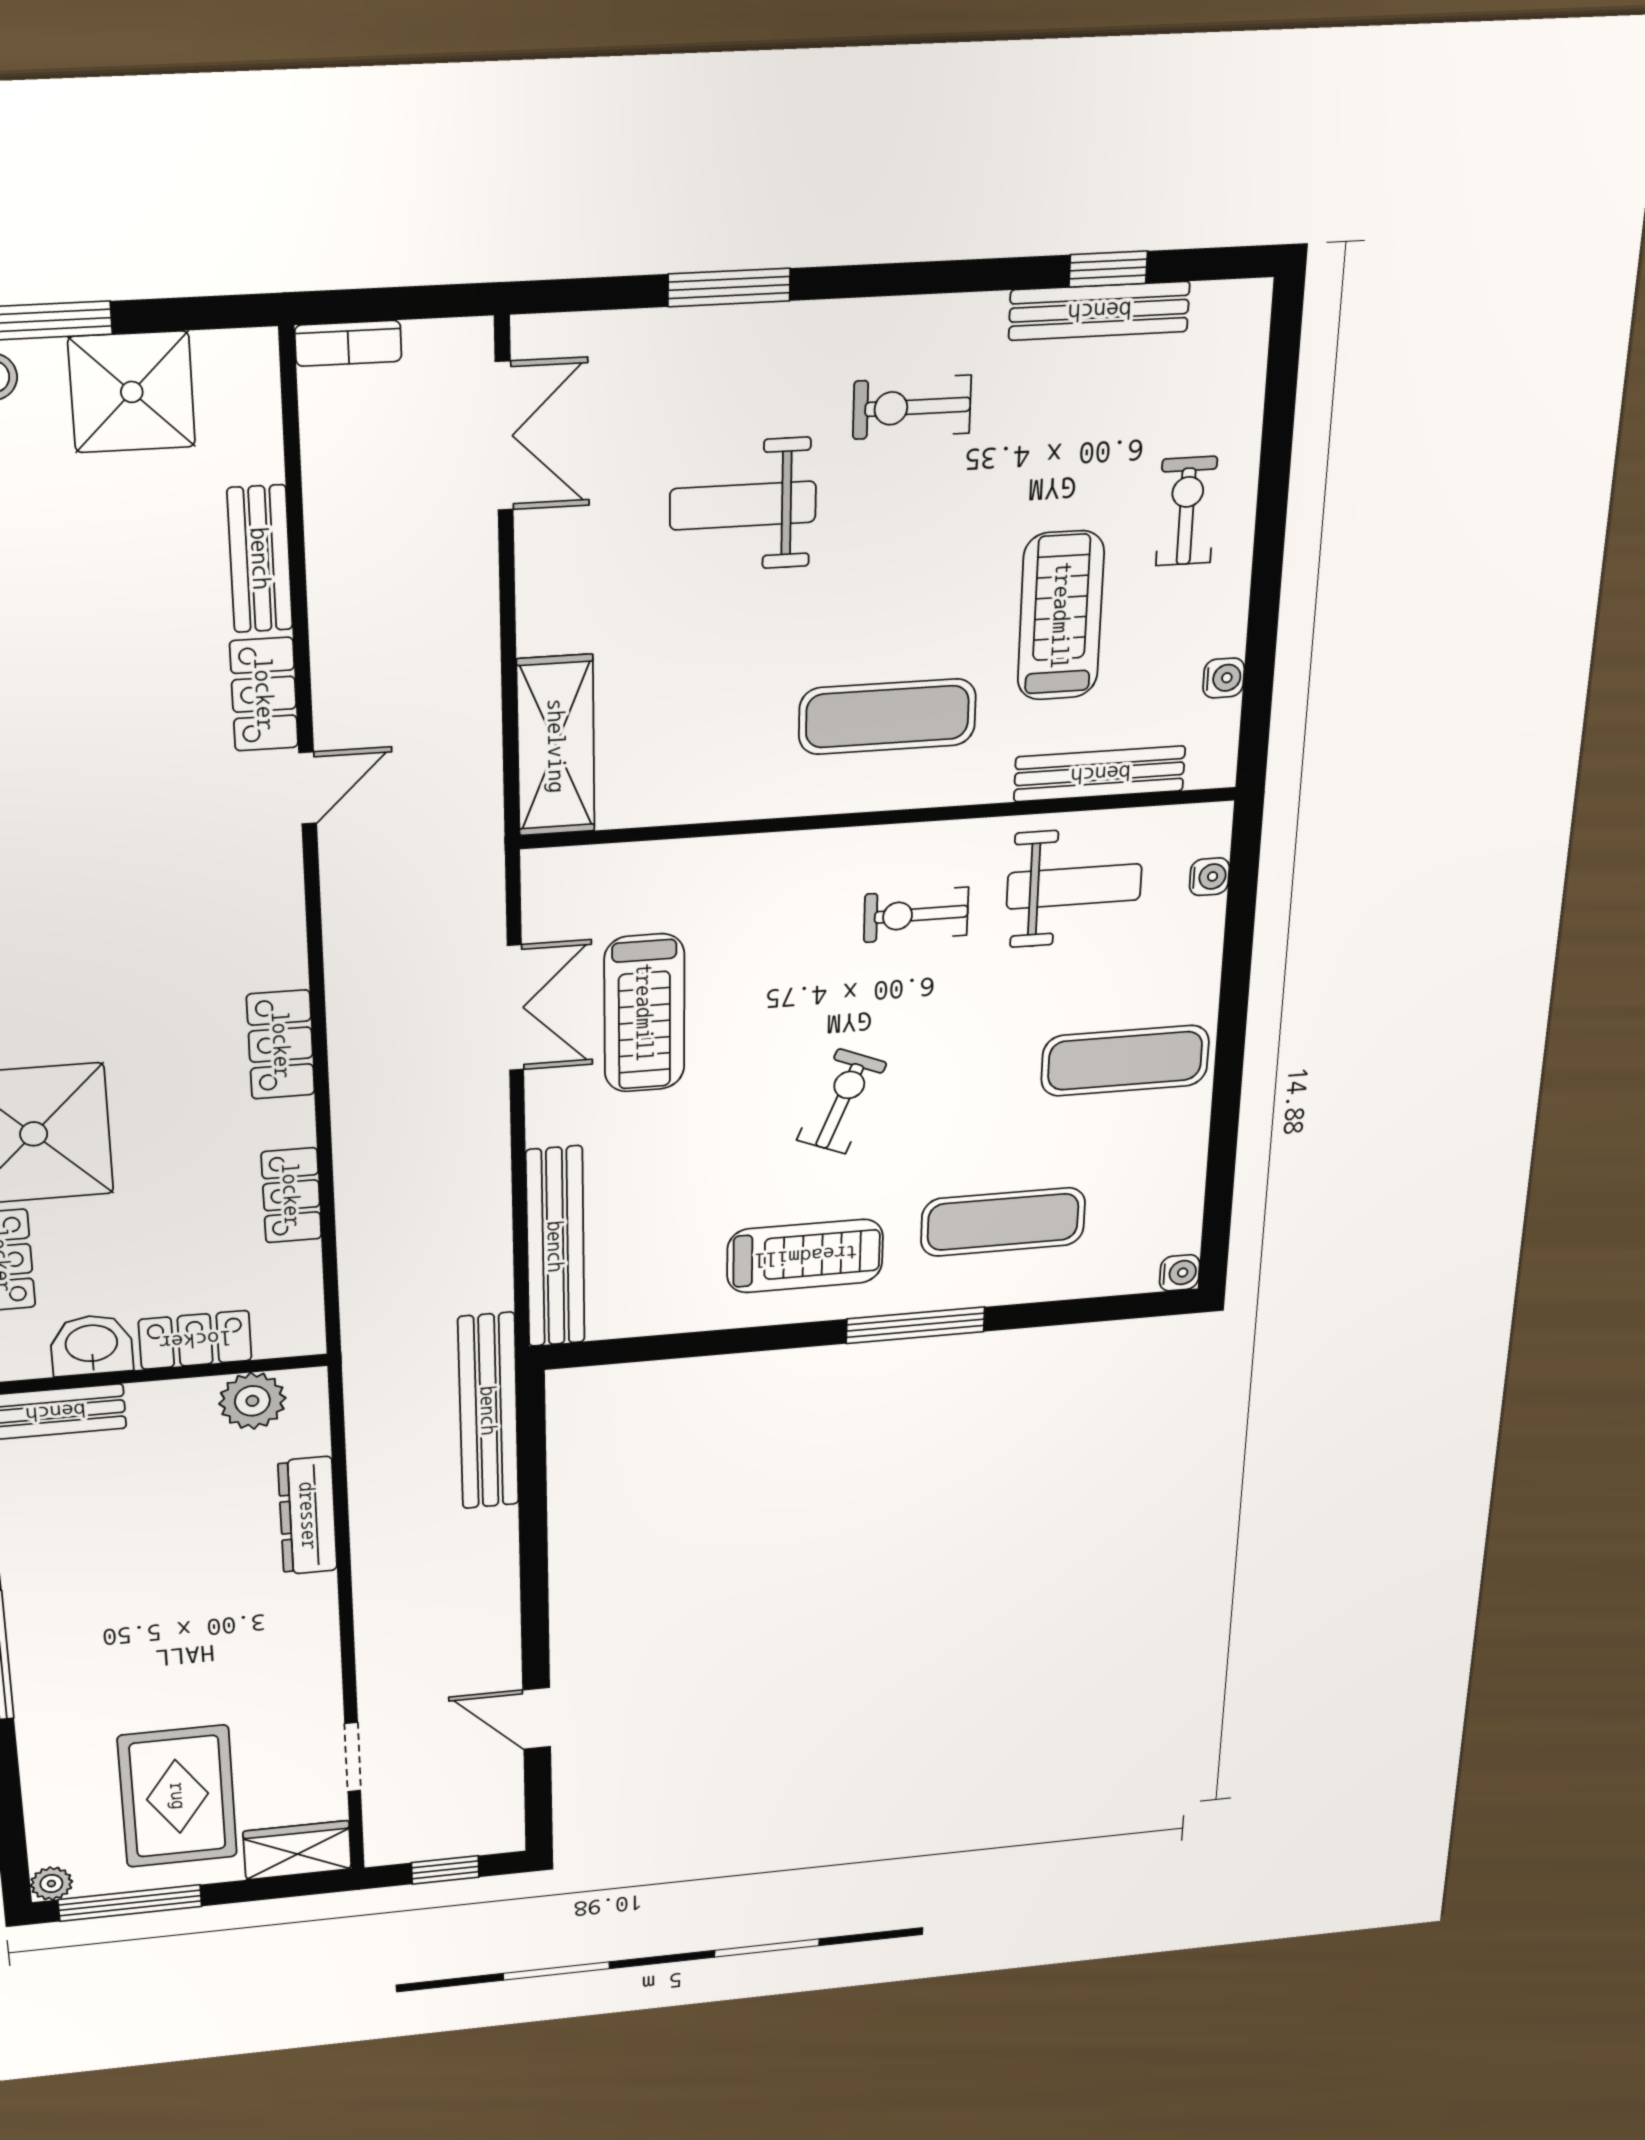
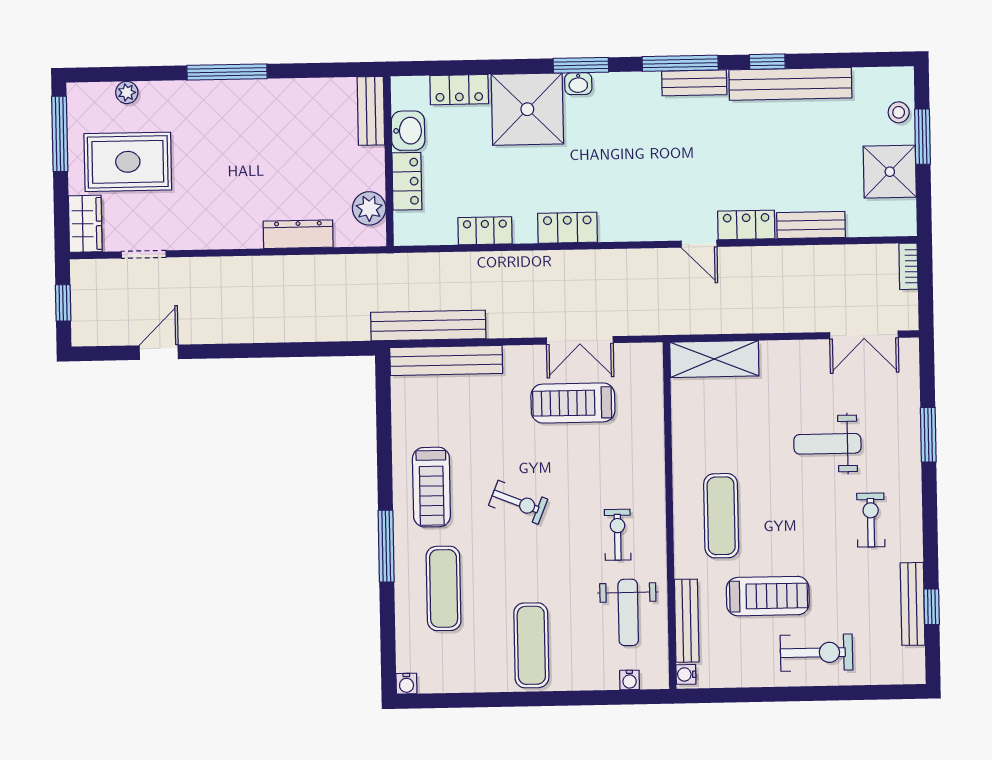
weight bench: (743, 505) -> (827, 444), turned -90
exercise bike: (1186, 511) -> (817, 653), width x1.38, depth x1.39
water cooler: (1224, 678) -> (686, 674), moved, turned 90
bench: (488, 1411) -> (428, 325), moved
plant: (51, 1884) -> (127, 92), moved

